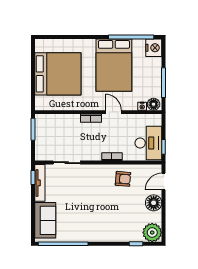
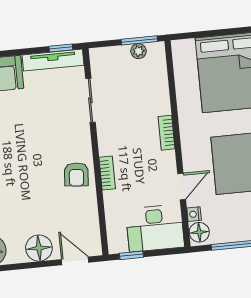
door: (113, 112) -> (182, 187), moved
plant: (40, 130) -> (138, 51), added
desk: (148, 143) -> (155, 228), moved
armchair: (123, 179) -> (76, 174), moved

